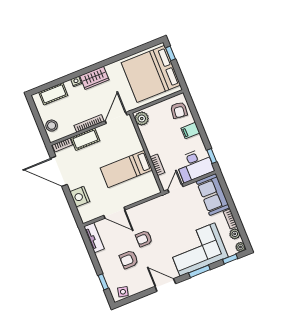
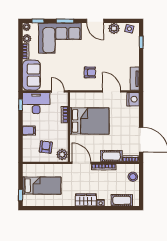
bed: (151, 74) -> (42, 186), width x0.49
armchair: (179, 110) -> (46, 147), moved
door: (116, 118) -> (81, 163), swing flipped
bed: (126, 169) -> (89, 121), width x1.50
door: (175, 188) -> (58, 91), swing flipped
nightstand: (80, 197) -> (133, 99), moved
armchair: (144, 239) -> (90, 72), moved
armchair: (129, 259) -> (115, 51), removed
plant: (140, 285) -> (114, 28), added

